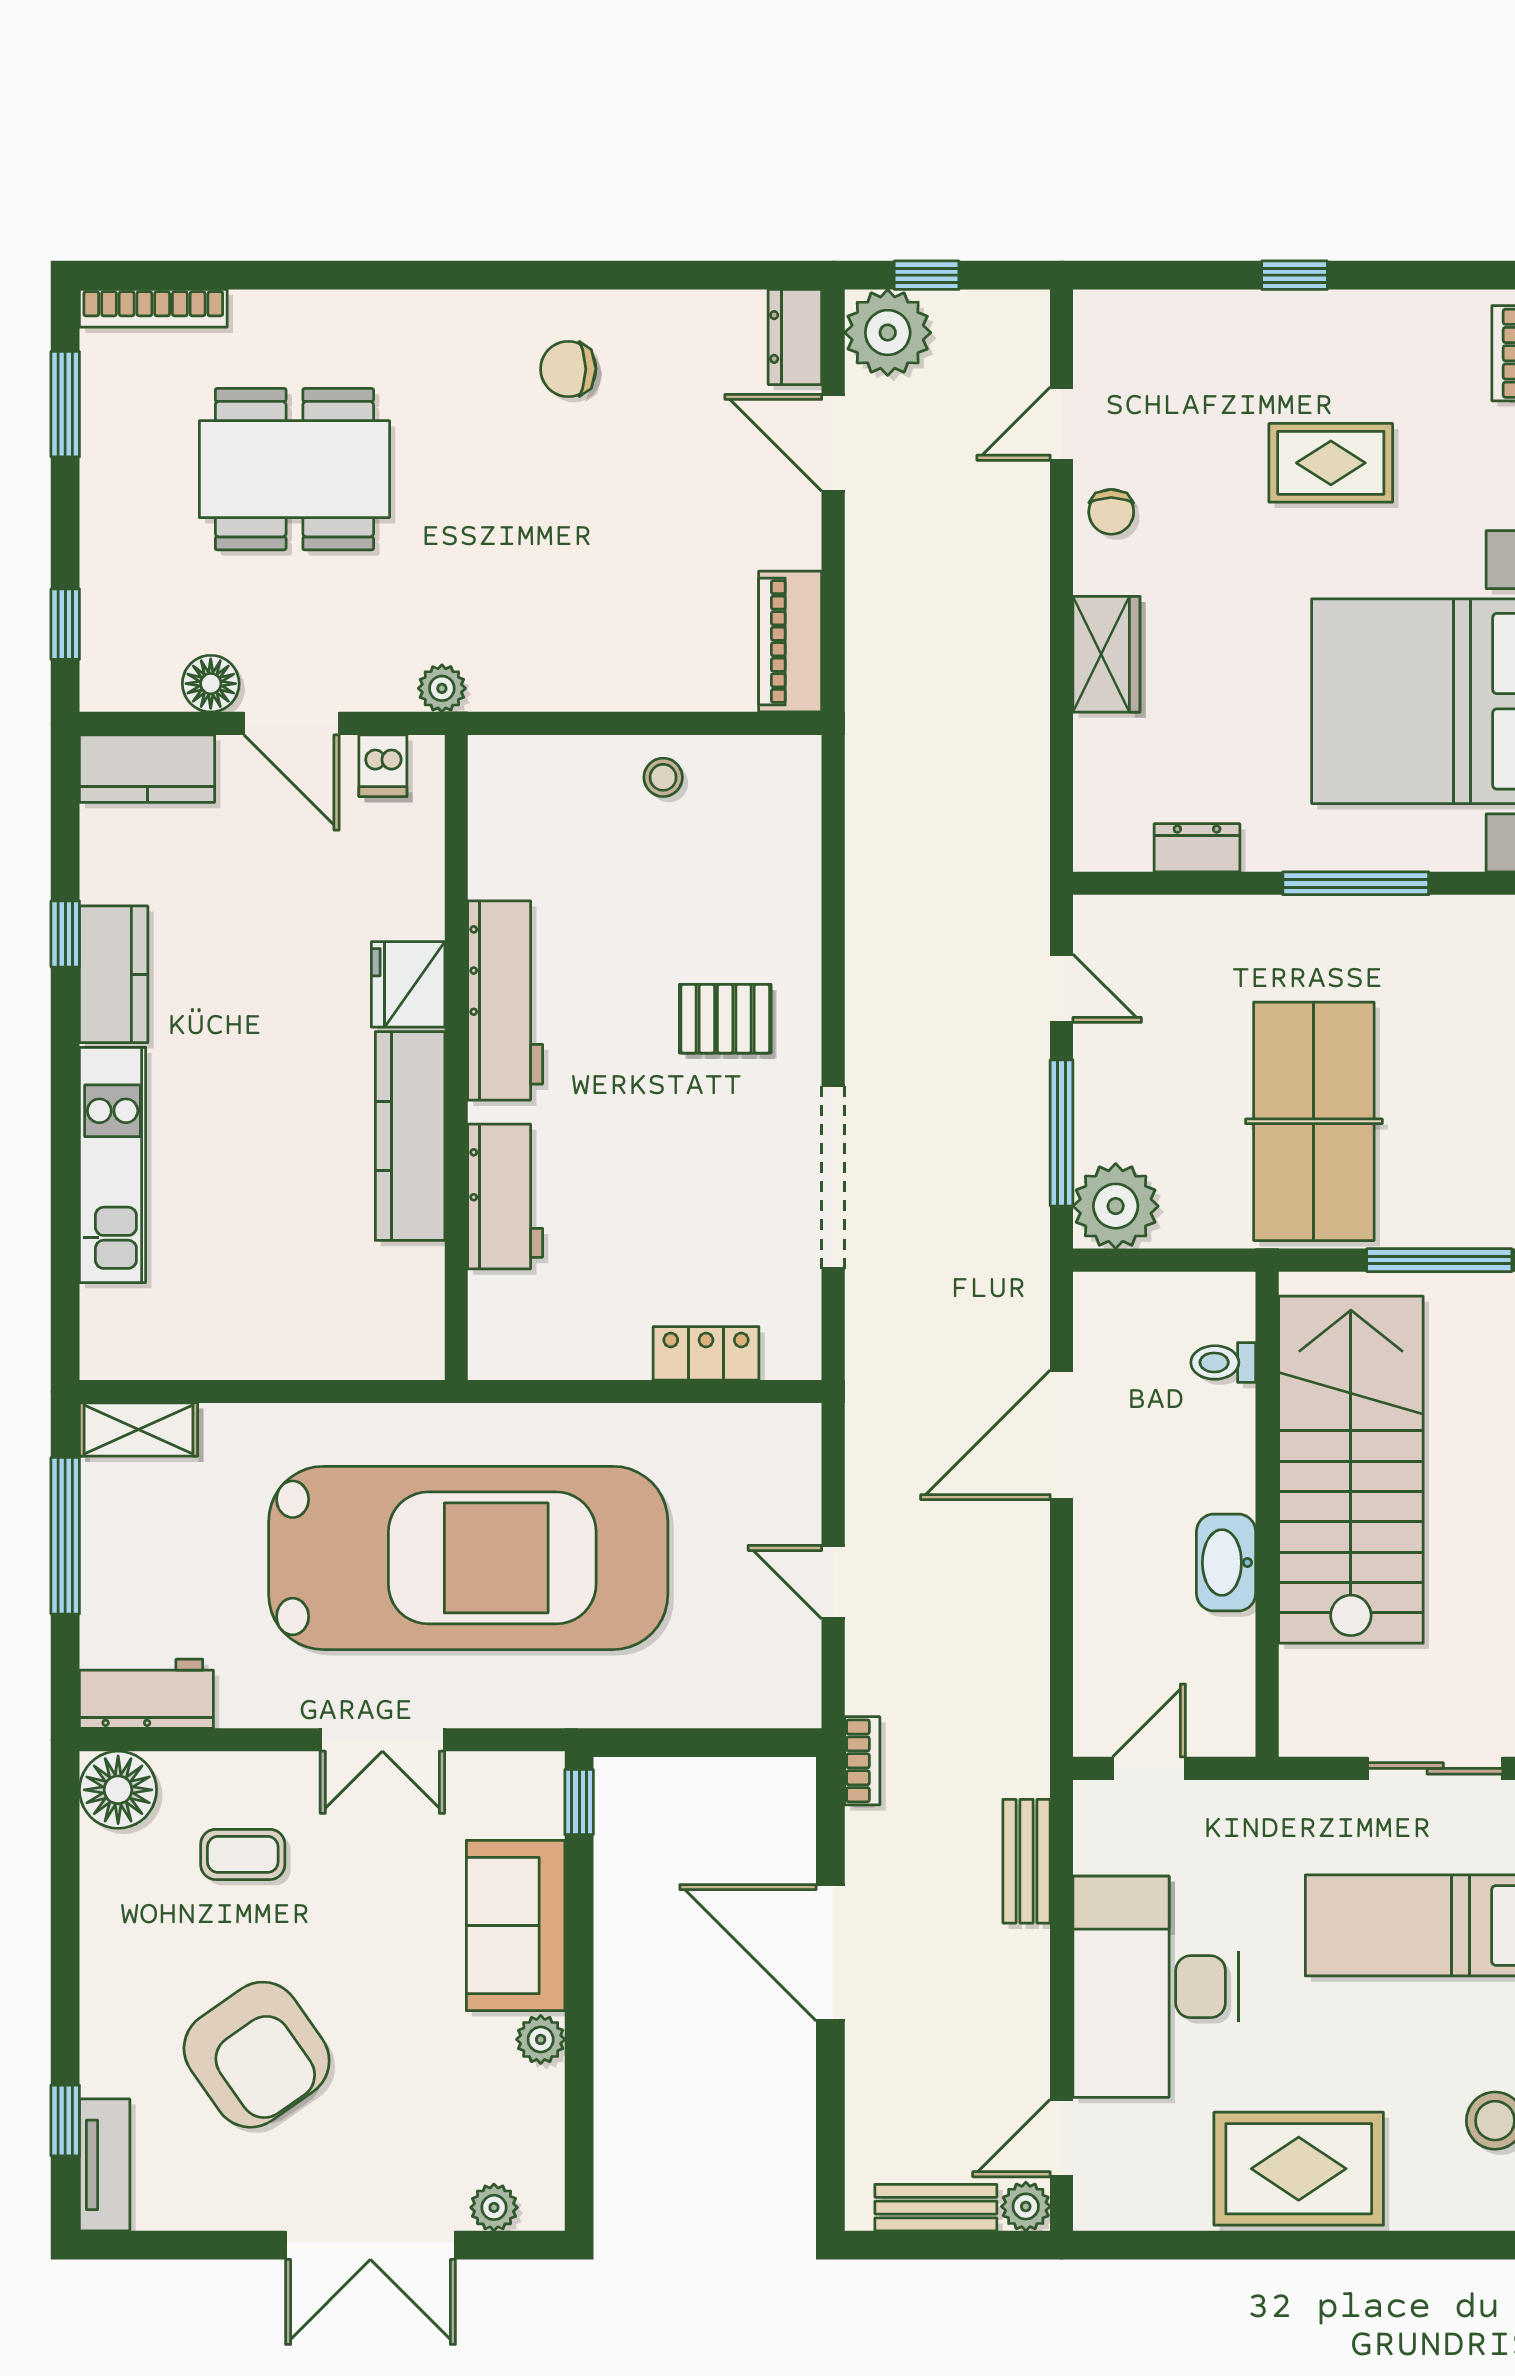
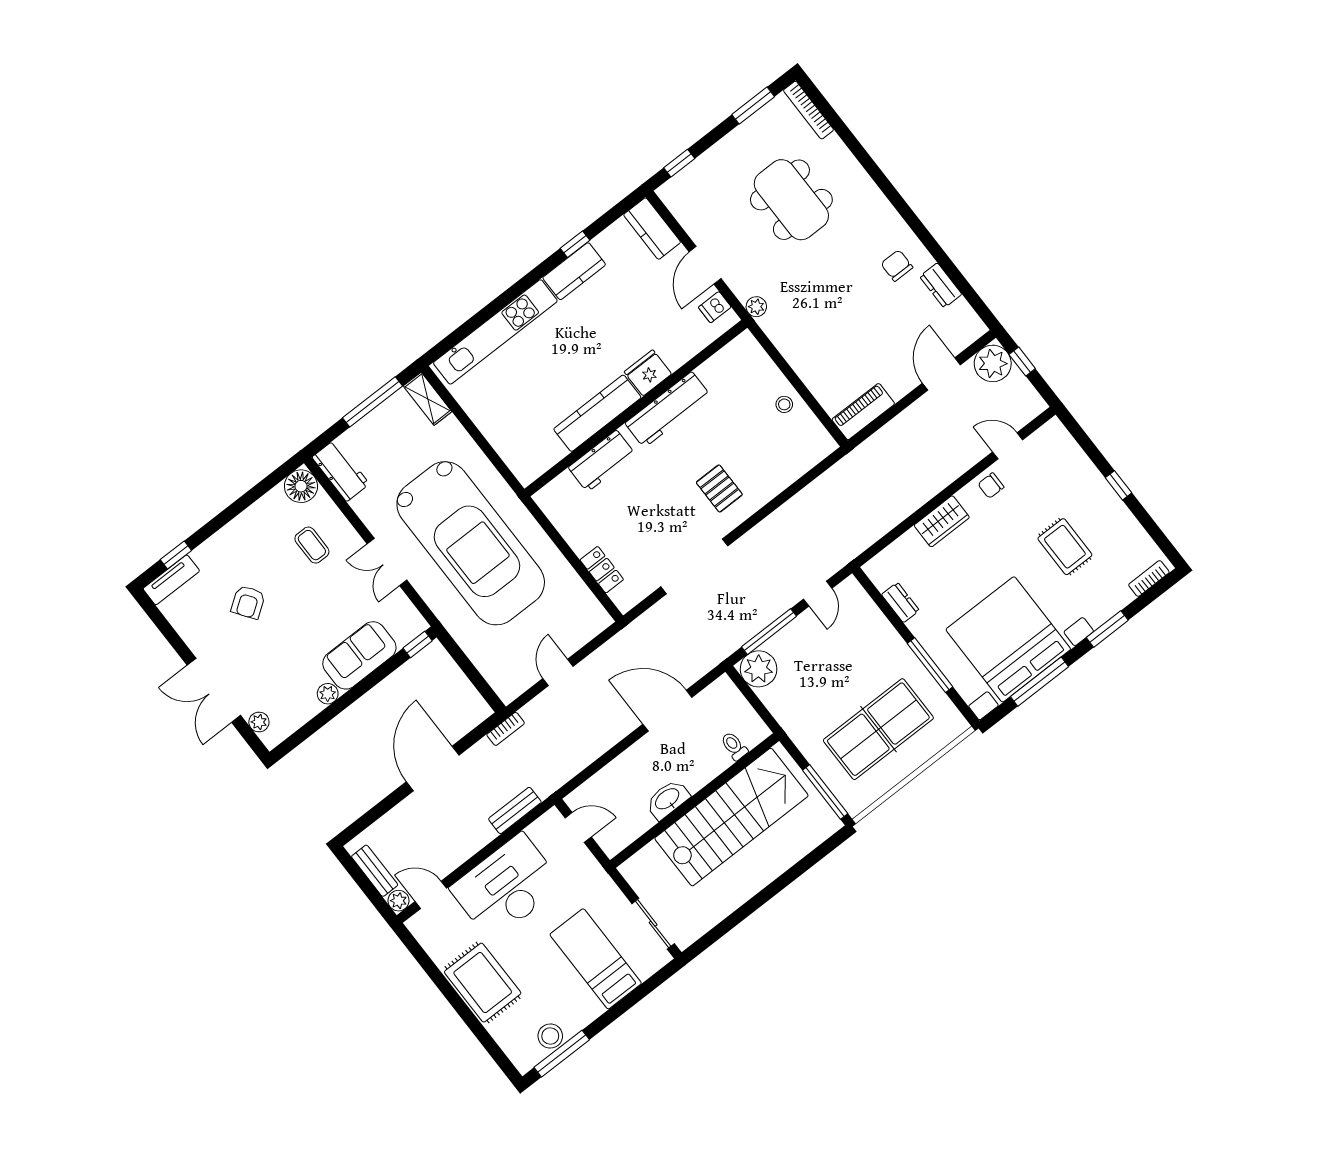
dresser: (795, 337) -> (941, 285), moved, turned -90
floor lamp: (211, 684) -> (697, 228), removed
table tennis table: (1314, 1121) -> (878, 729), moved
kitchen unit: (113, 1165) -> (495, 332), width x1.36
armchair: (257, 2055) -> (248, 602), width x0.53, depth x0.53

